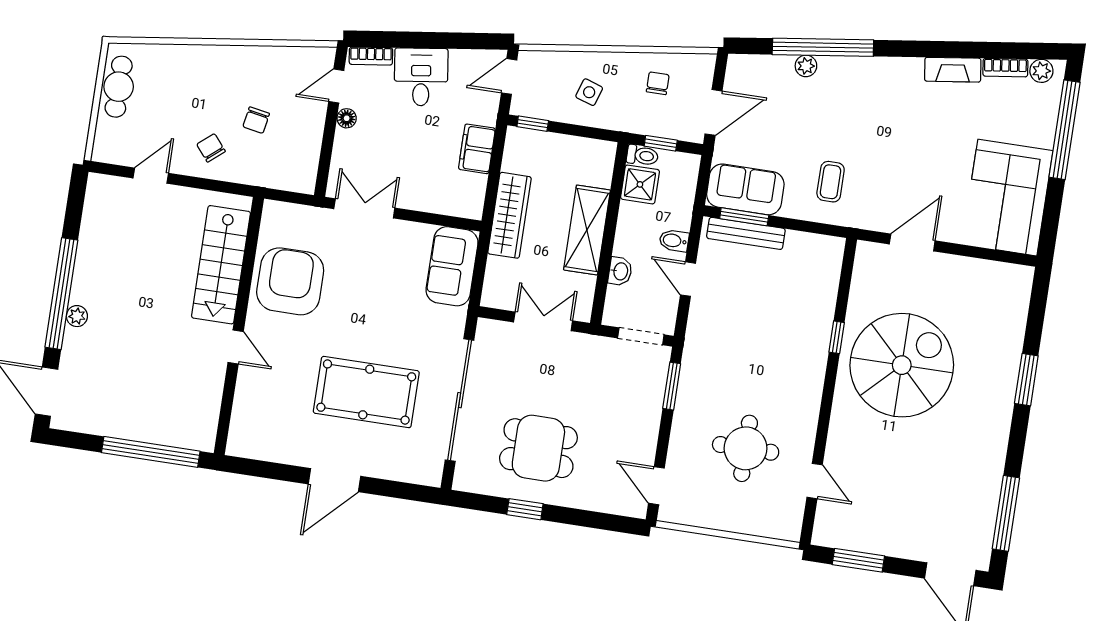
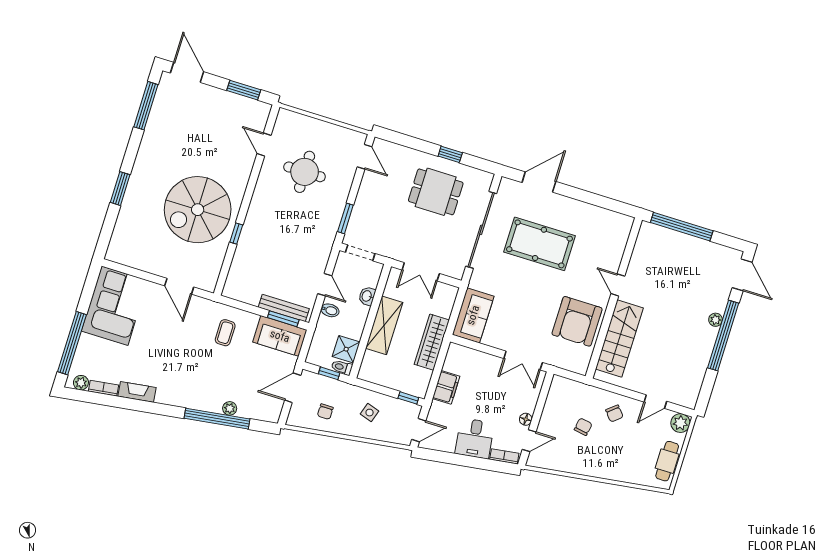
plant: (107, 148) -> (680, 423), added
door: (912, 242) -> (179, 286), hinge flipped
door: (335, 480) -> (539, 182), moved

